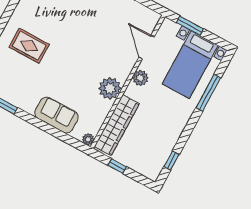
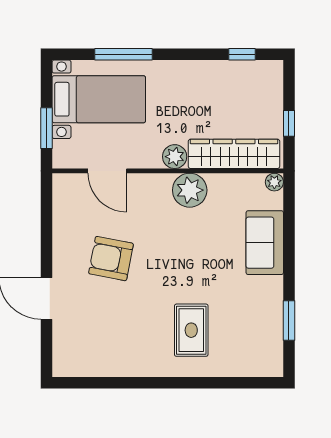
armchair: (95, 22) -> (111, 259), added
door: (147, 47) -> (107, 171), hinge flipped
plant: (140, 78) -> (175, 157), moved

